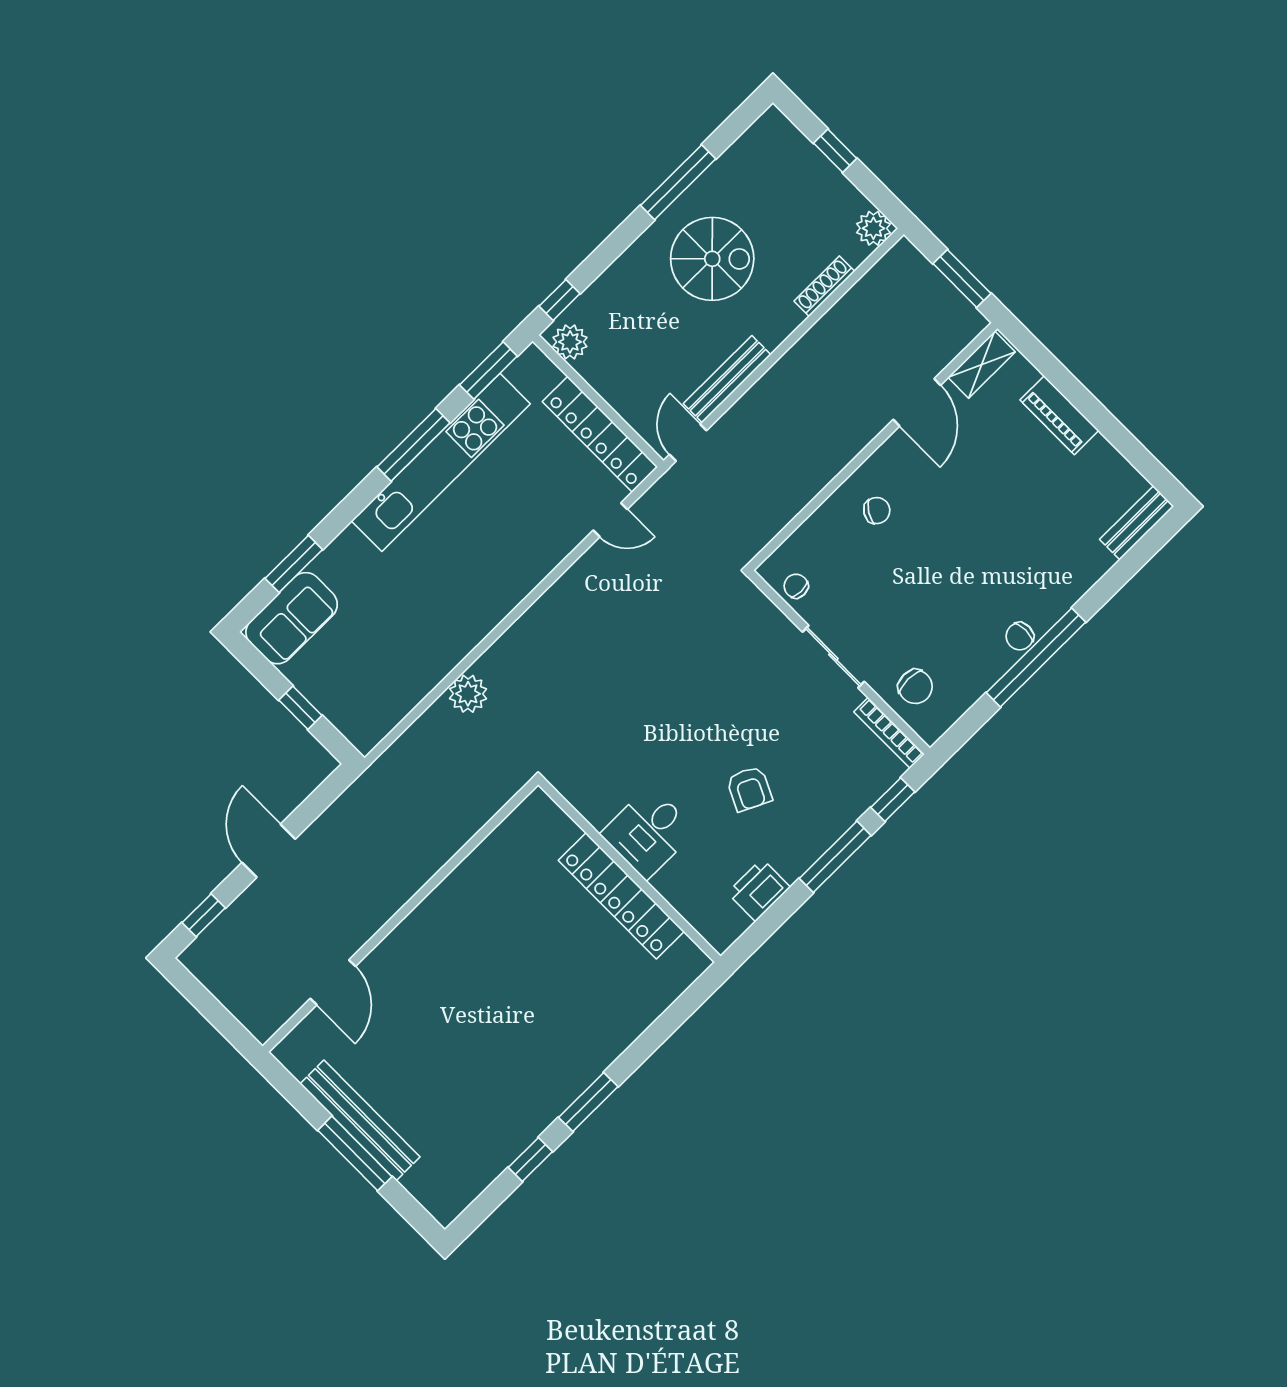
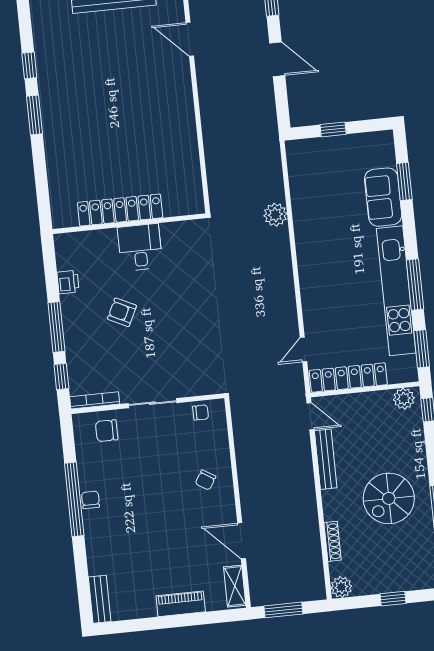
sofa: (292, 618) -> (383, 197), moved
printer: (759, 890) -> (68, 282), width x0.73, depth x0.81

